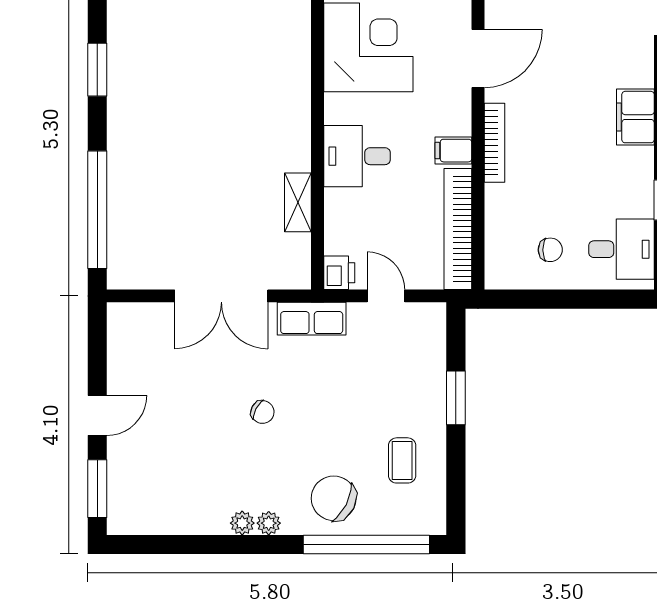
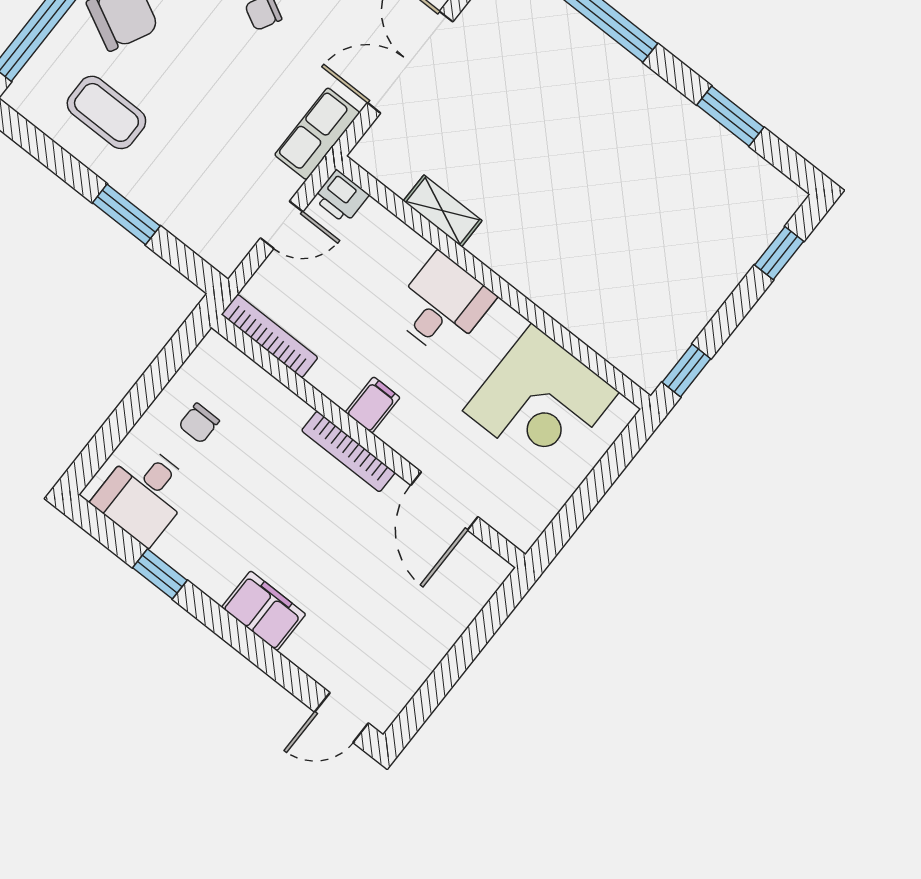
bookcase: (458, 229) -> (270, 336), width x0.68, depth x0.76
coffee table: (402, 460) -> (106, 112), width x1.36, depth x1.30

